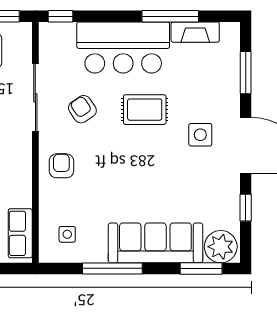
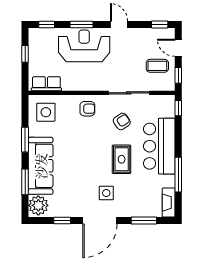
fireplace: (195, 32) -> (169, 203), moved
side table: (67, 234) -> (46, 112), width x1.87, depth x1.87
window: (112, 268) -> (25, 140), width x0.69
window: (201, 268) -> (25, 182), moved

